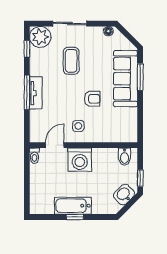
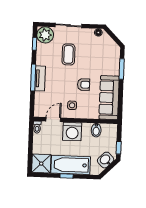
sofa: (125, 79) -> (109, 98), moved
bidet: (124, 157) -> (96, 130), moved
shower: (42, 202) -> (41, 164), added
bathtub: (73, 206) -> (71, 165), width x1.36, depth x1.36

